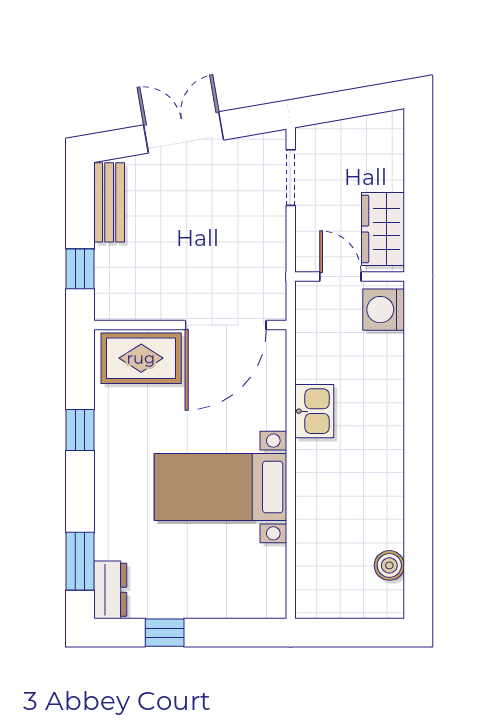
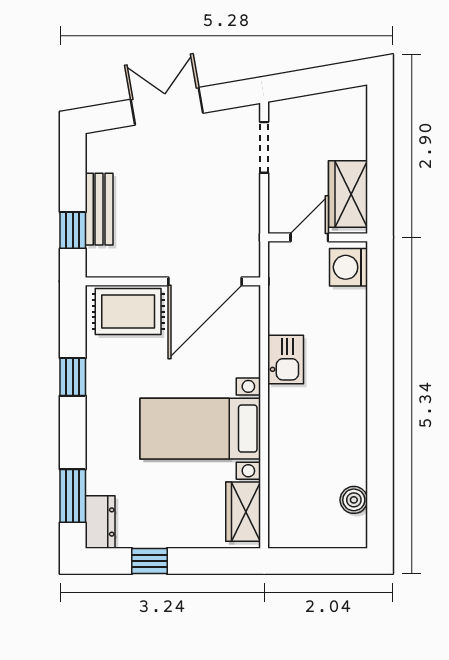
bench: (109, 202) -> (99, 209), moved
door: (340, 277) -> (309, 237), hinge flipped
wardrobe: (268, 578) -> (243, 512), added

